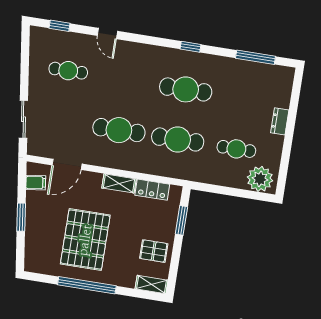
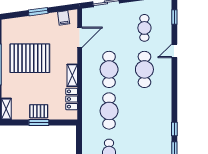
window: (190, 47) -> (174, 129), moved
cafe table: (186, 89) -> (144, 69), moved
door: (67, 164) -> (80, 37), swing flipped
window: (181, 220) -> (39, 123), moved
pallet: (154, 251) -> (39, 111), moved, turned 90

